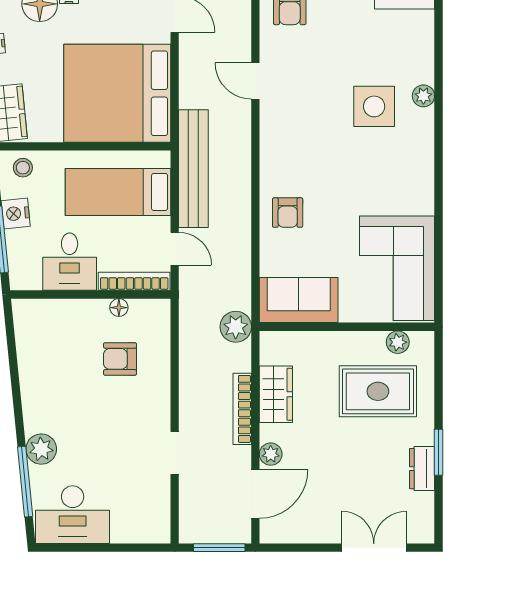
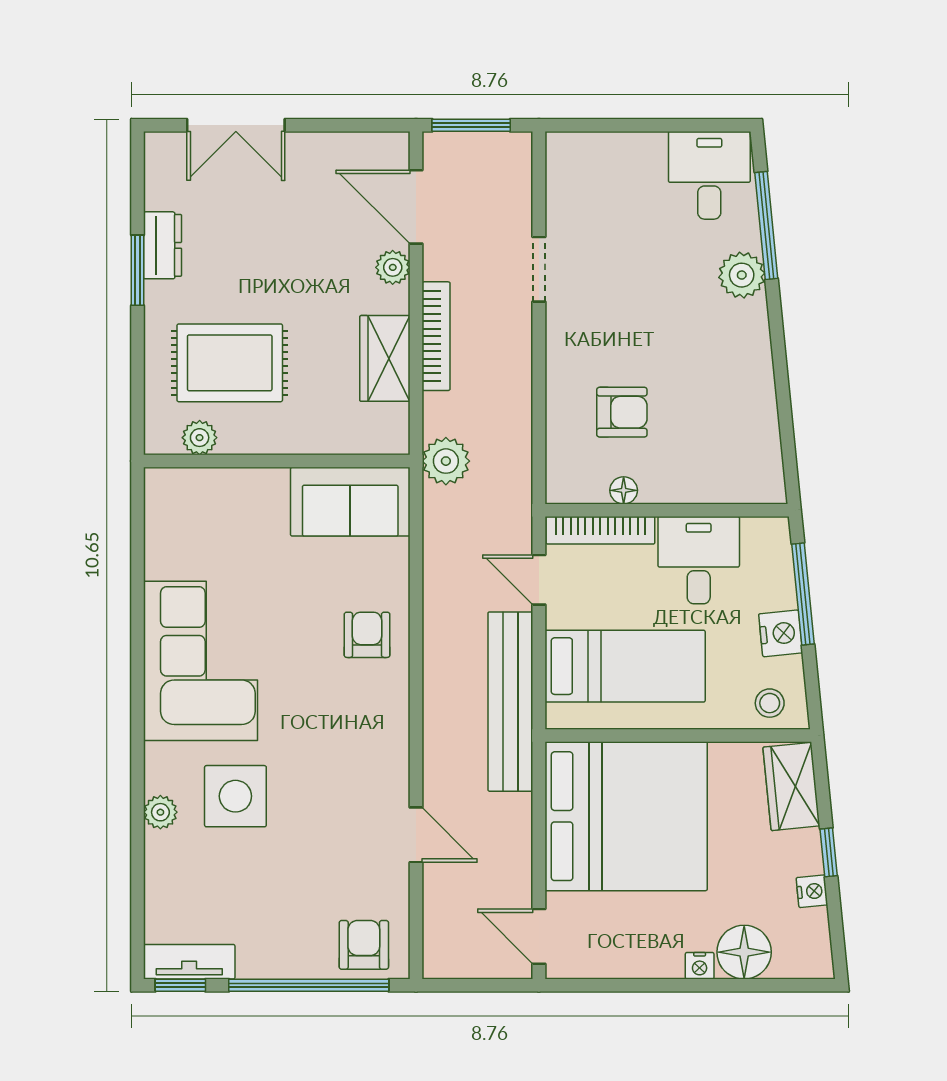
corner sofa: (397, 268) -> (200, 661), moved
door: (255, 494) -> (416, 207), hinge flipped
desk: (73, 515) -> (709, 175), width x0.73

